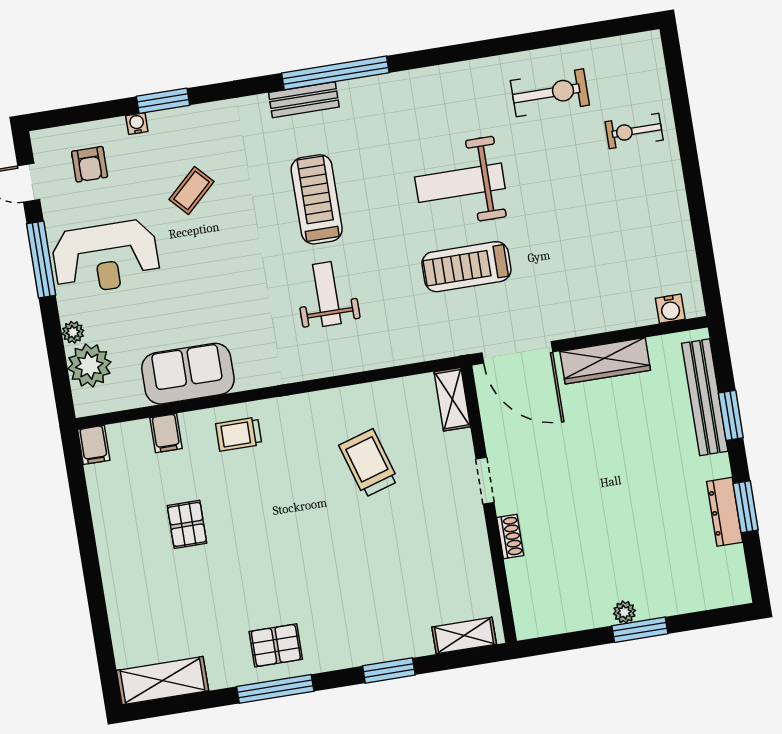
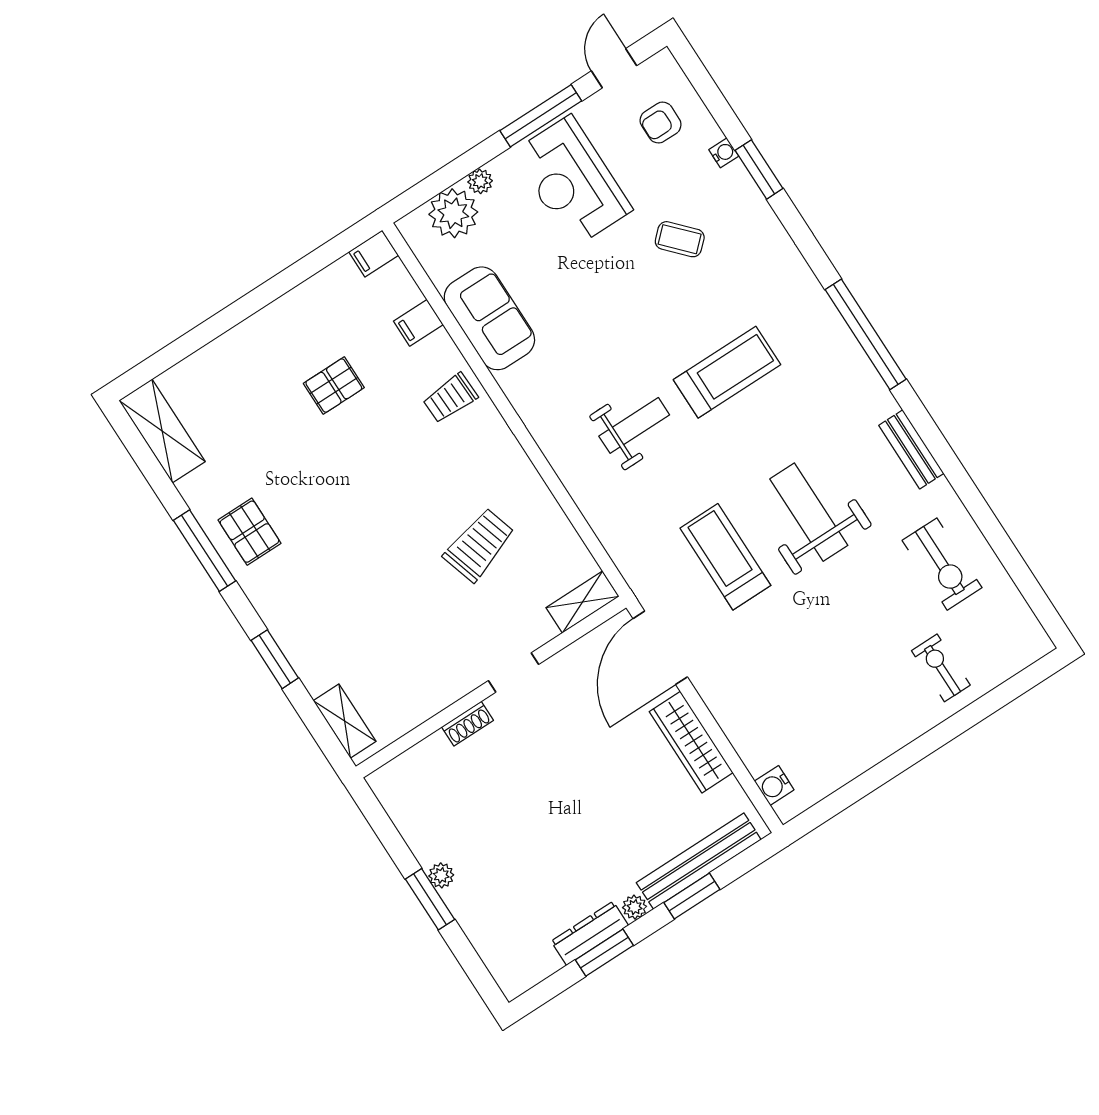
bench: (304, 100) -> (911, 449), moved
trolley: (239, 434) -> (450, 398), turned -92
plant: (719, 466) -> (635, 907), added

